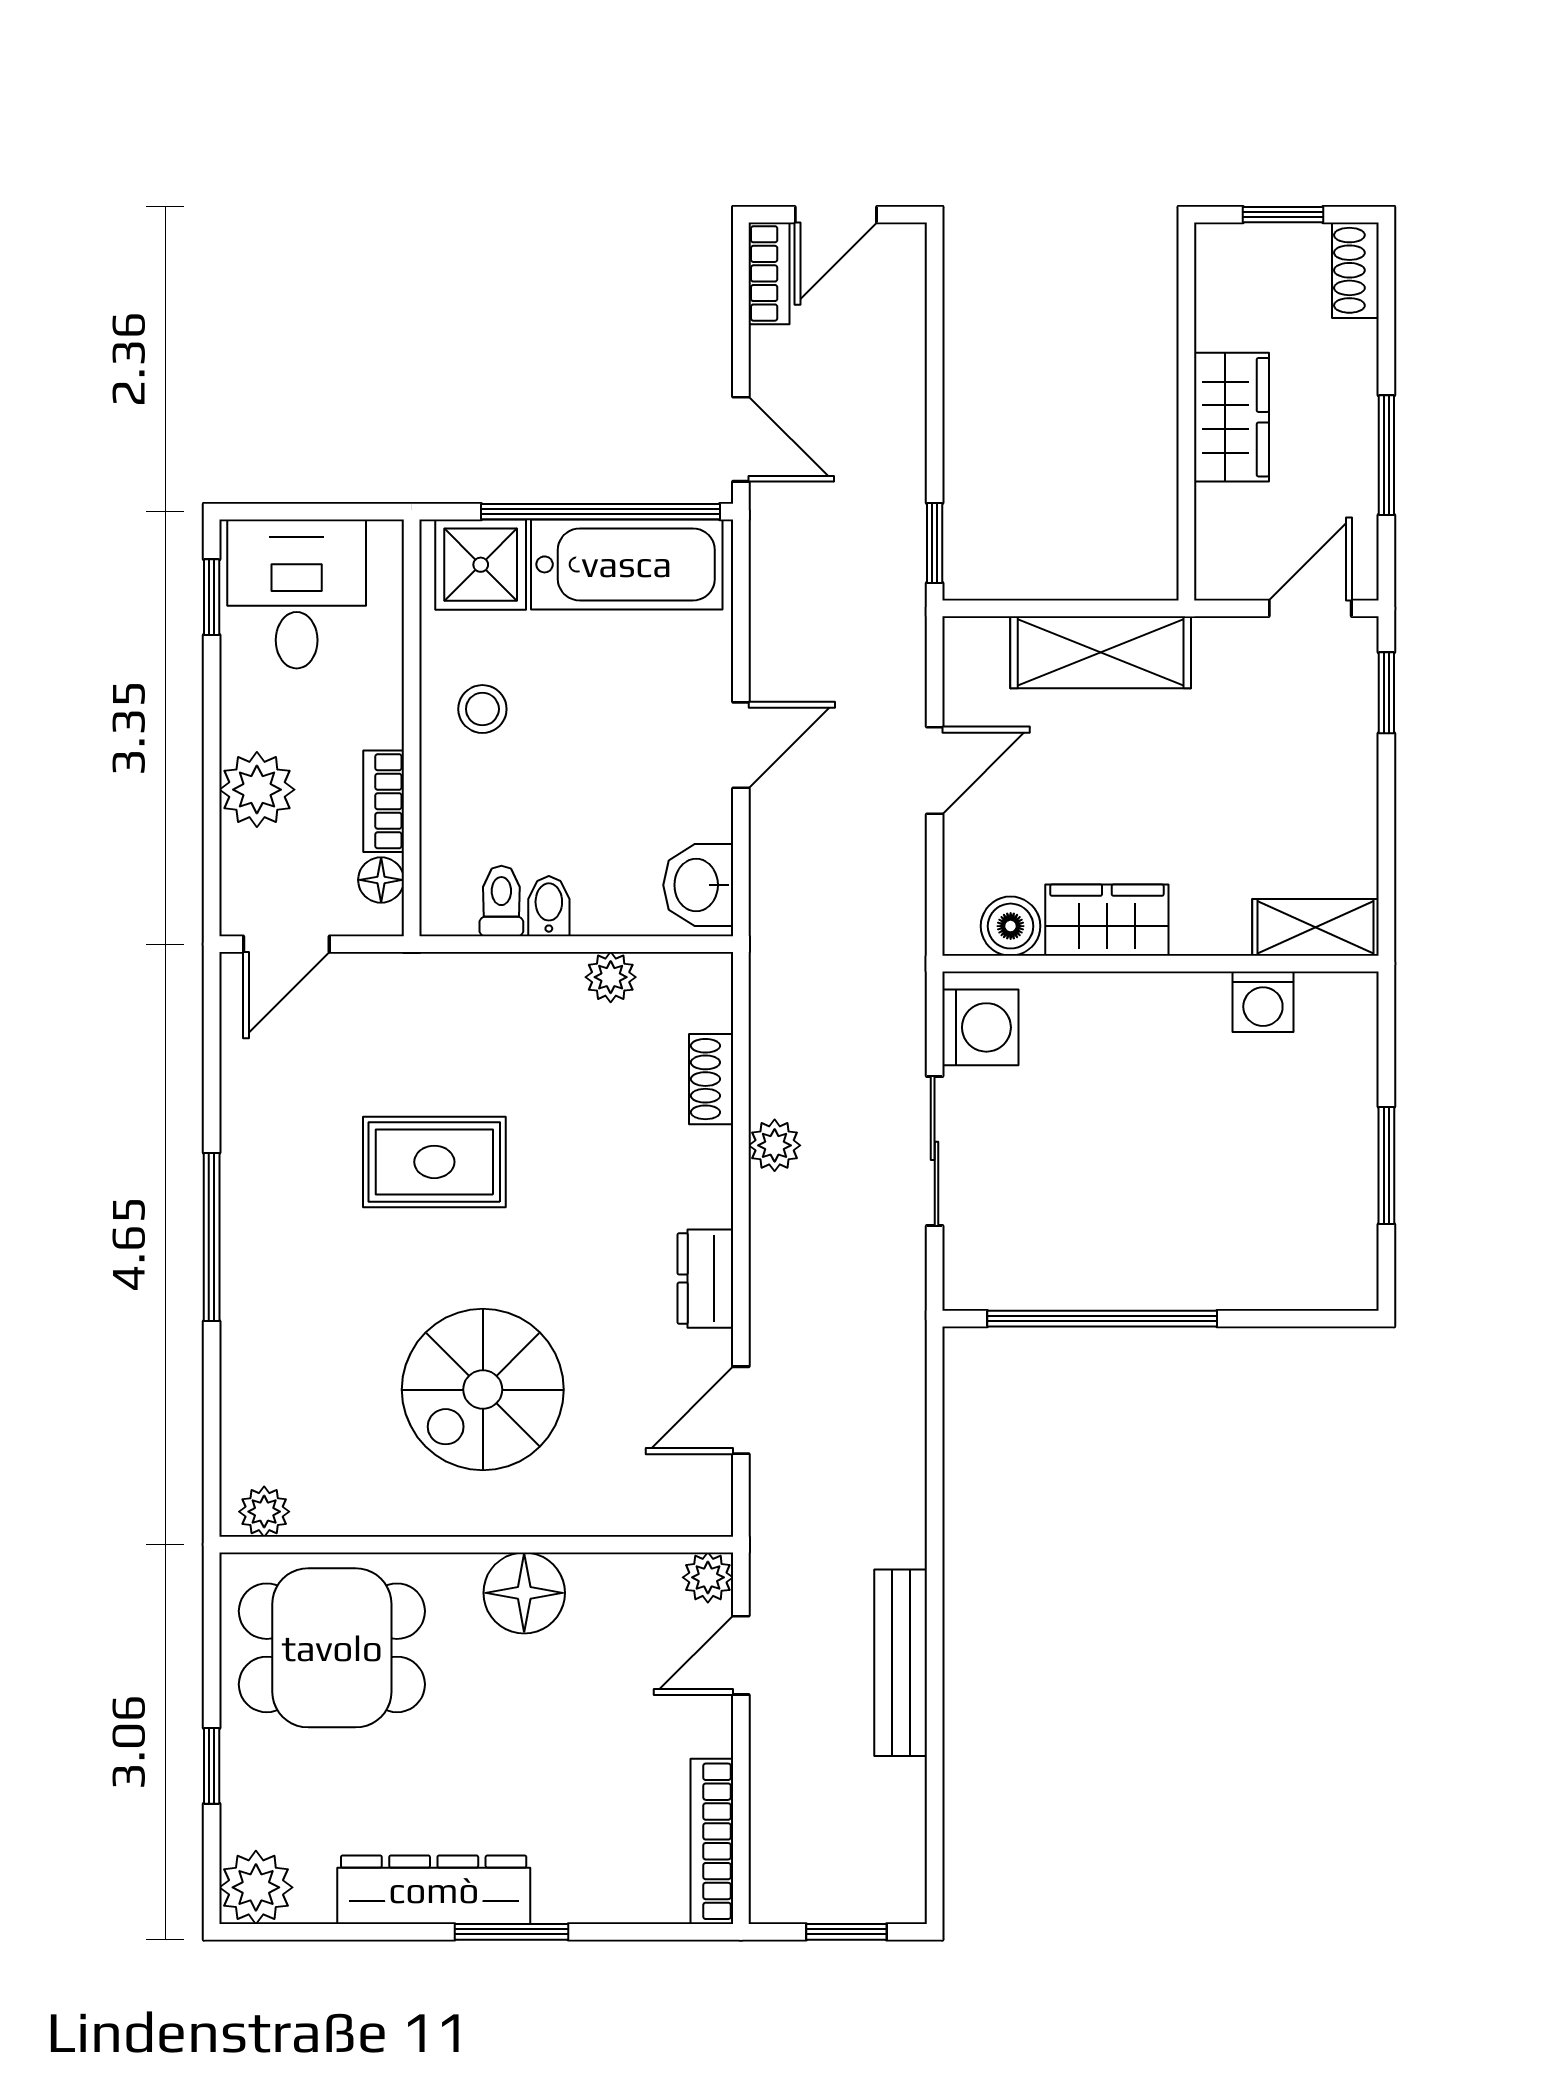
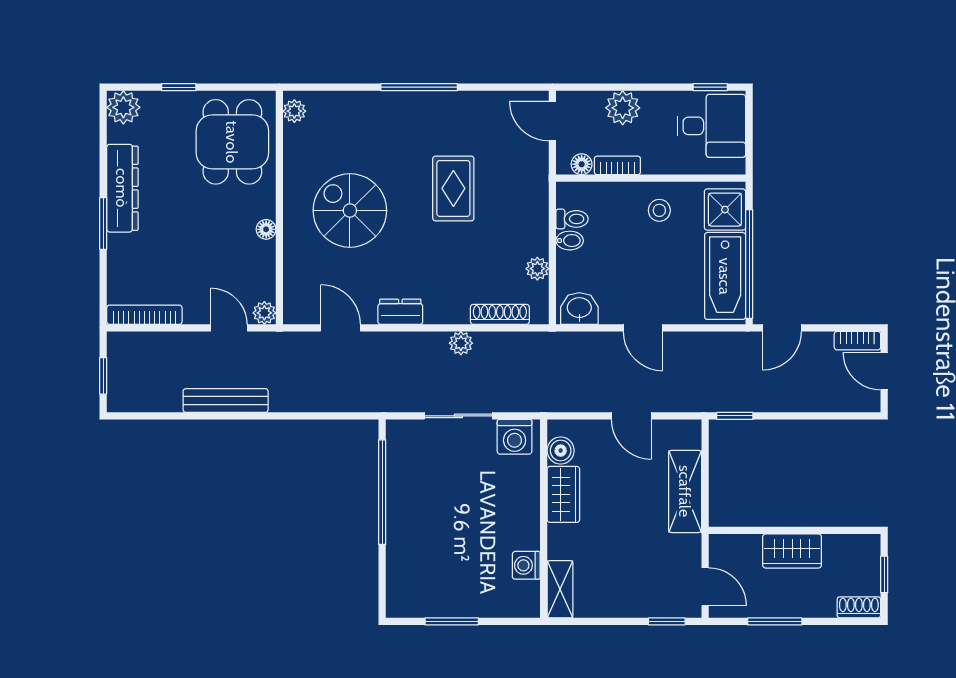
shoe rack: (711, 1079) -> (500, 314), width x1.43
floor lamp: (524, 1593) -> (266, 229), width x0.53, depth x0.53

